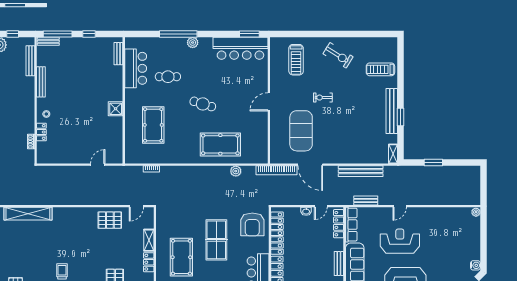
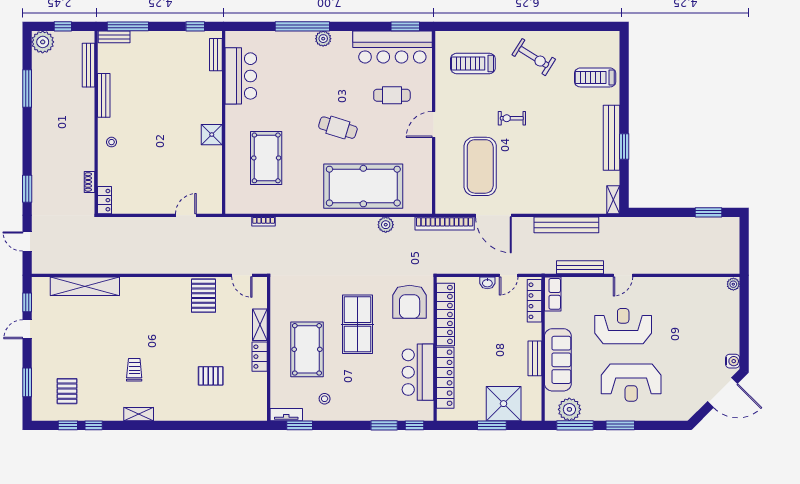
window: (89, 34) -> (195, 26), moved
treadmill: (296, 60) -> (473, 63), turned 90
cafe table: (168, 77) -> (392, 95), moved
locker: (41, 132) -> (104, 200), moved
pool table: (220, 144) -> (363, 186), width x1.36, depth x1.32
window: (433, 163) -> (709, 212), moved
bench: (366, 200) -> (580, 267), width x1.36
door: (136, 206) -> (242, 275), hinge flipped
pallet: (110, 220) -> (203, 296), turned 90
row of seats: (351, 225) -> (553, 294), width x0.68

